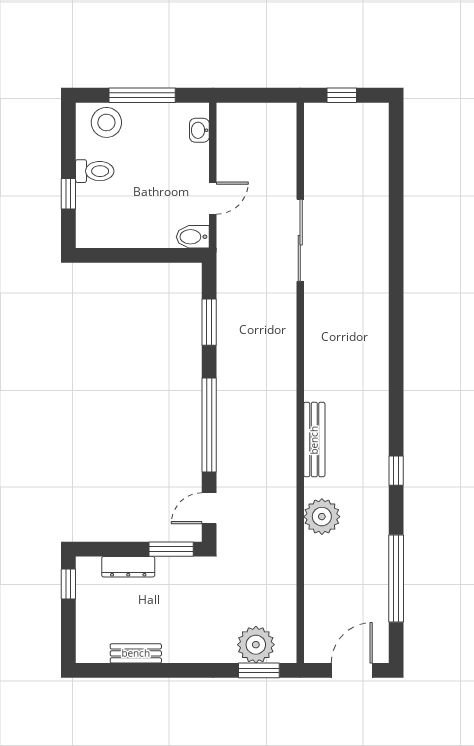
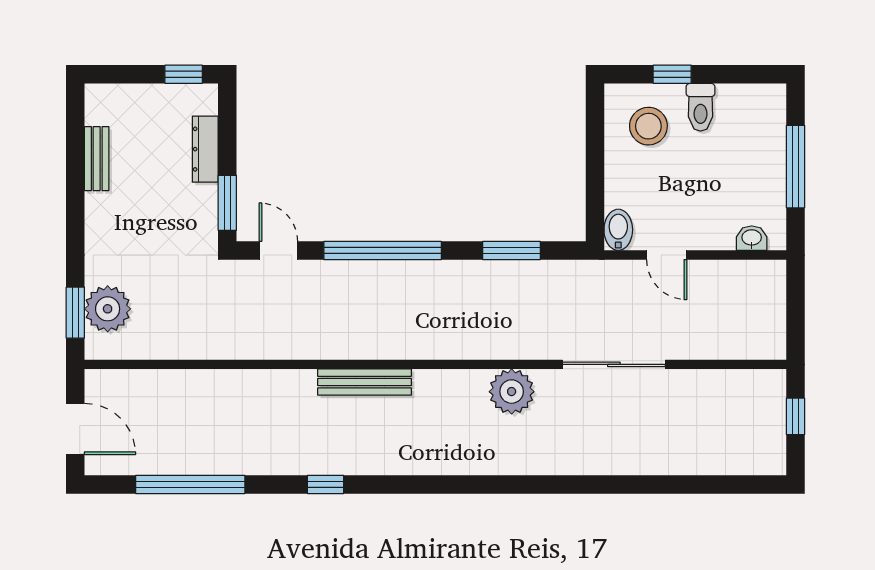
stool: (106, 122) -> (648, 126), moved
plant: (322, 517) -> (512, 392), moved

